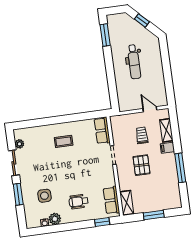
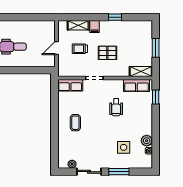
door: (150, 109) -> (56, 48), moved
window: (180, 168) -> (115, 17), width x0.46
wheelchair: (79, 201) -> (116, 107), moved

